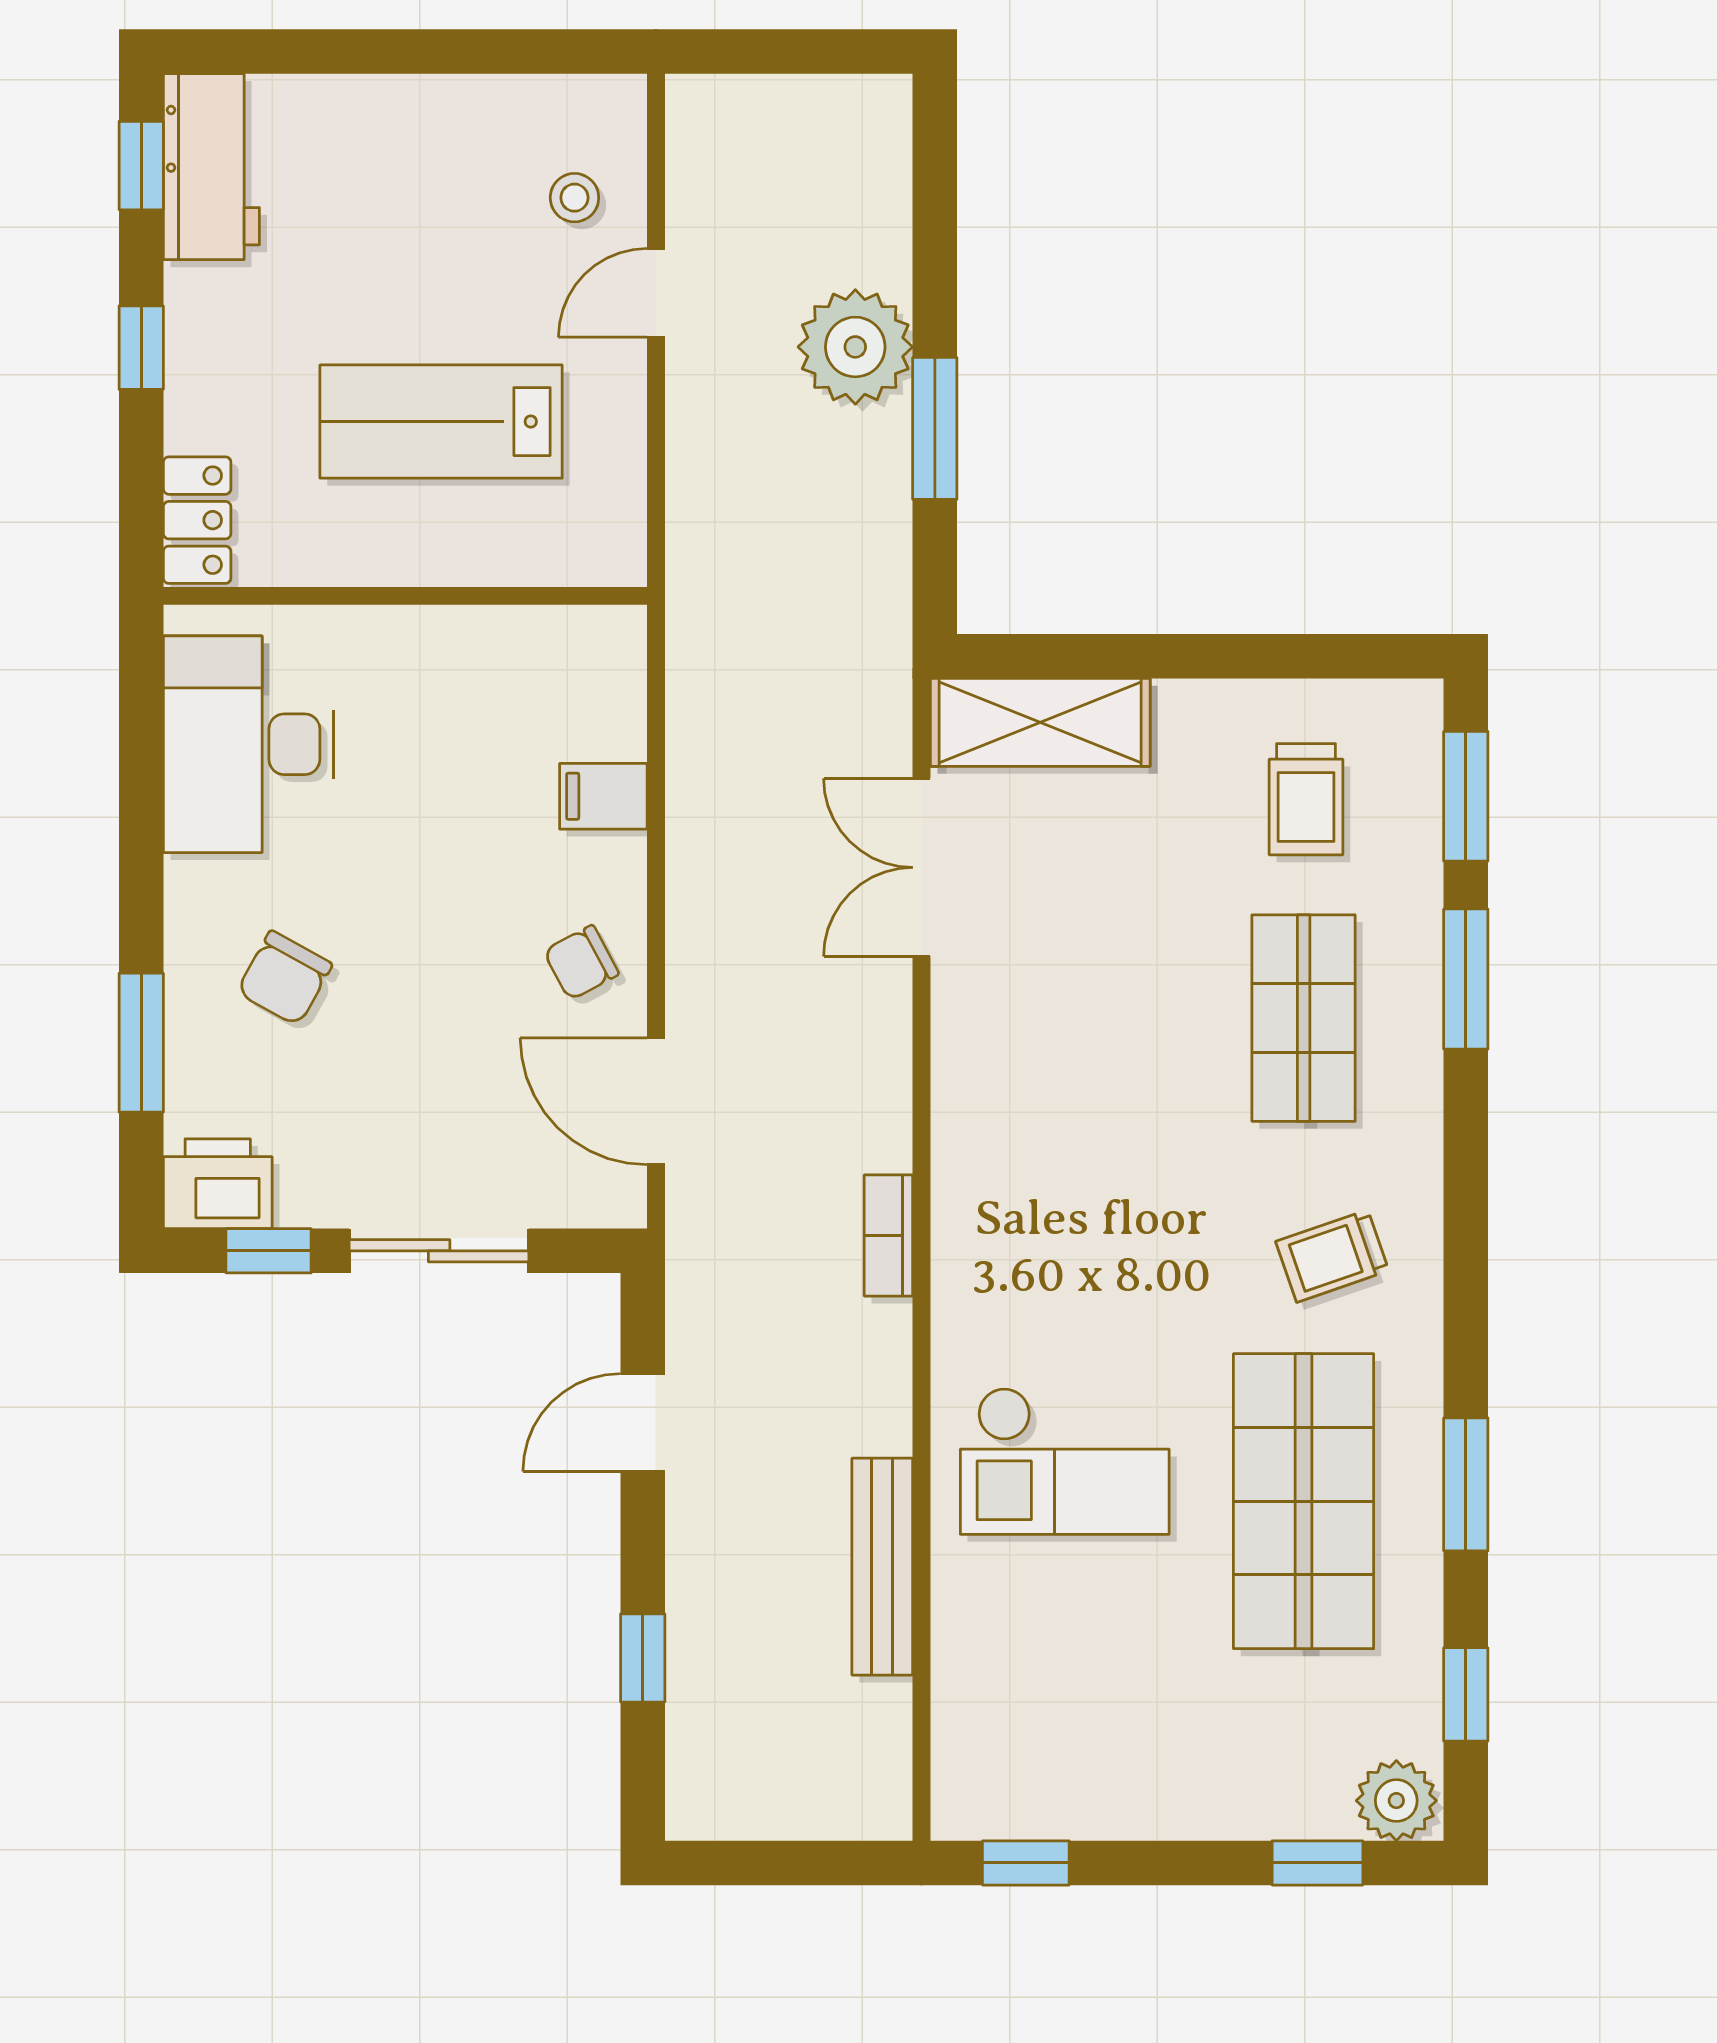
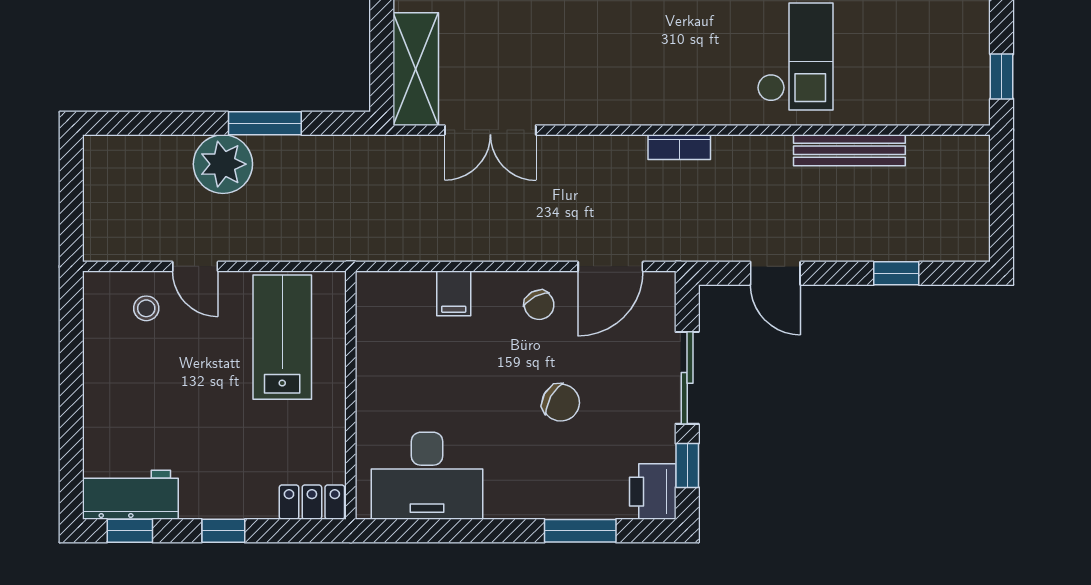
lab bench: (441, 422) -> (282, 337), moved, turned 180
chair: (284, 978) -> (561, 403), moved

